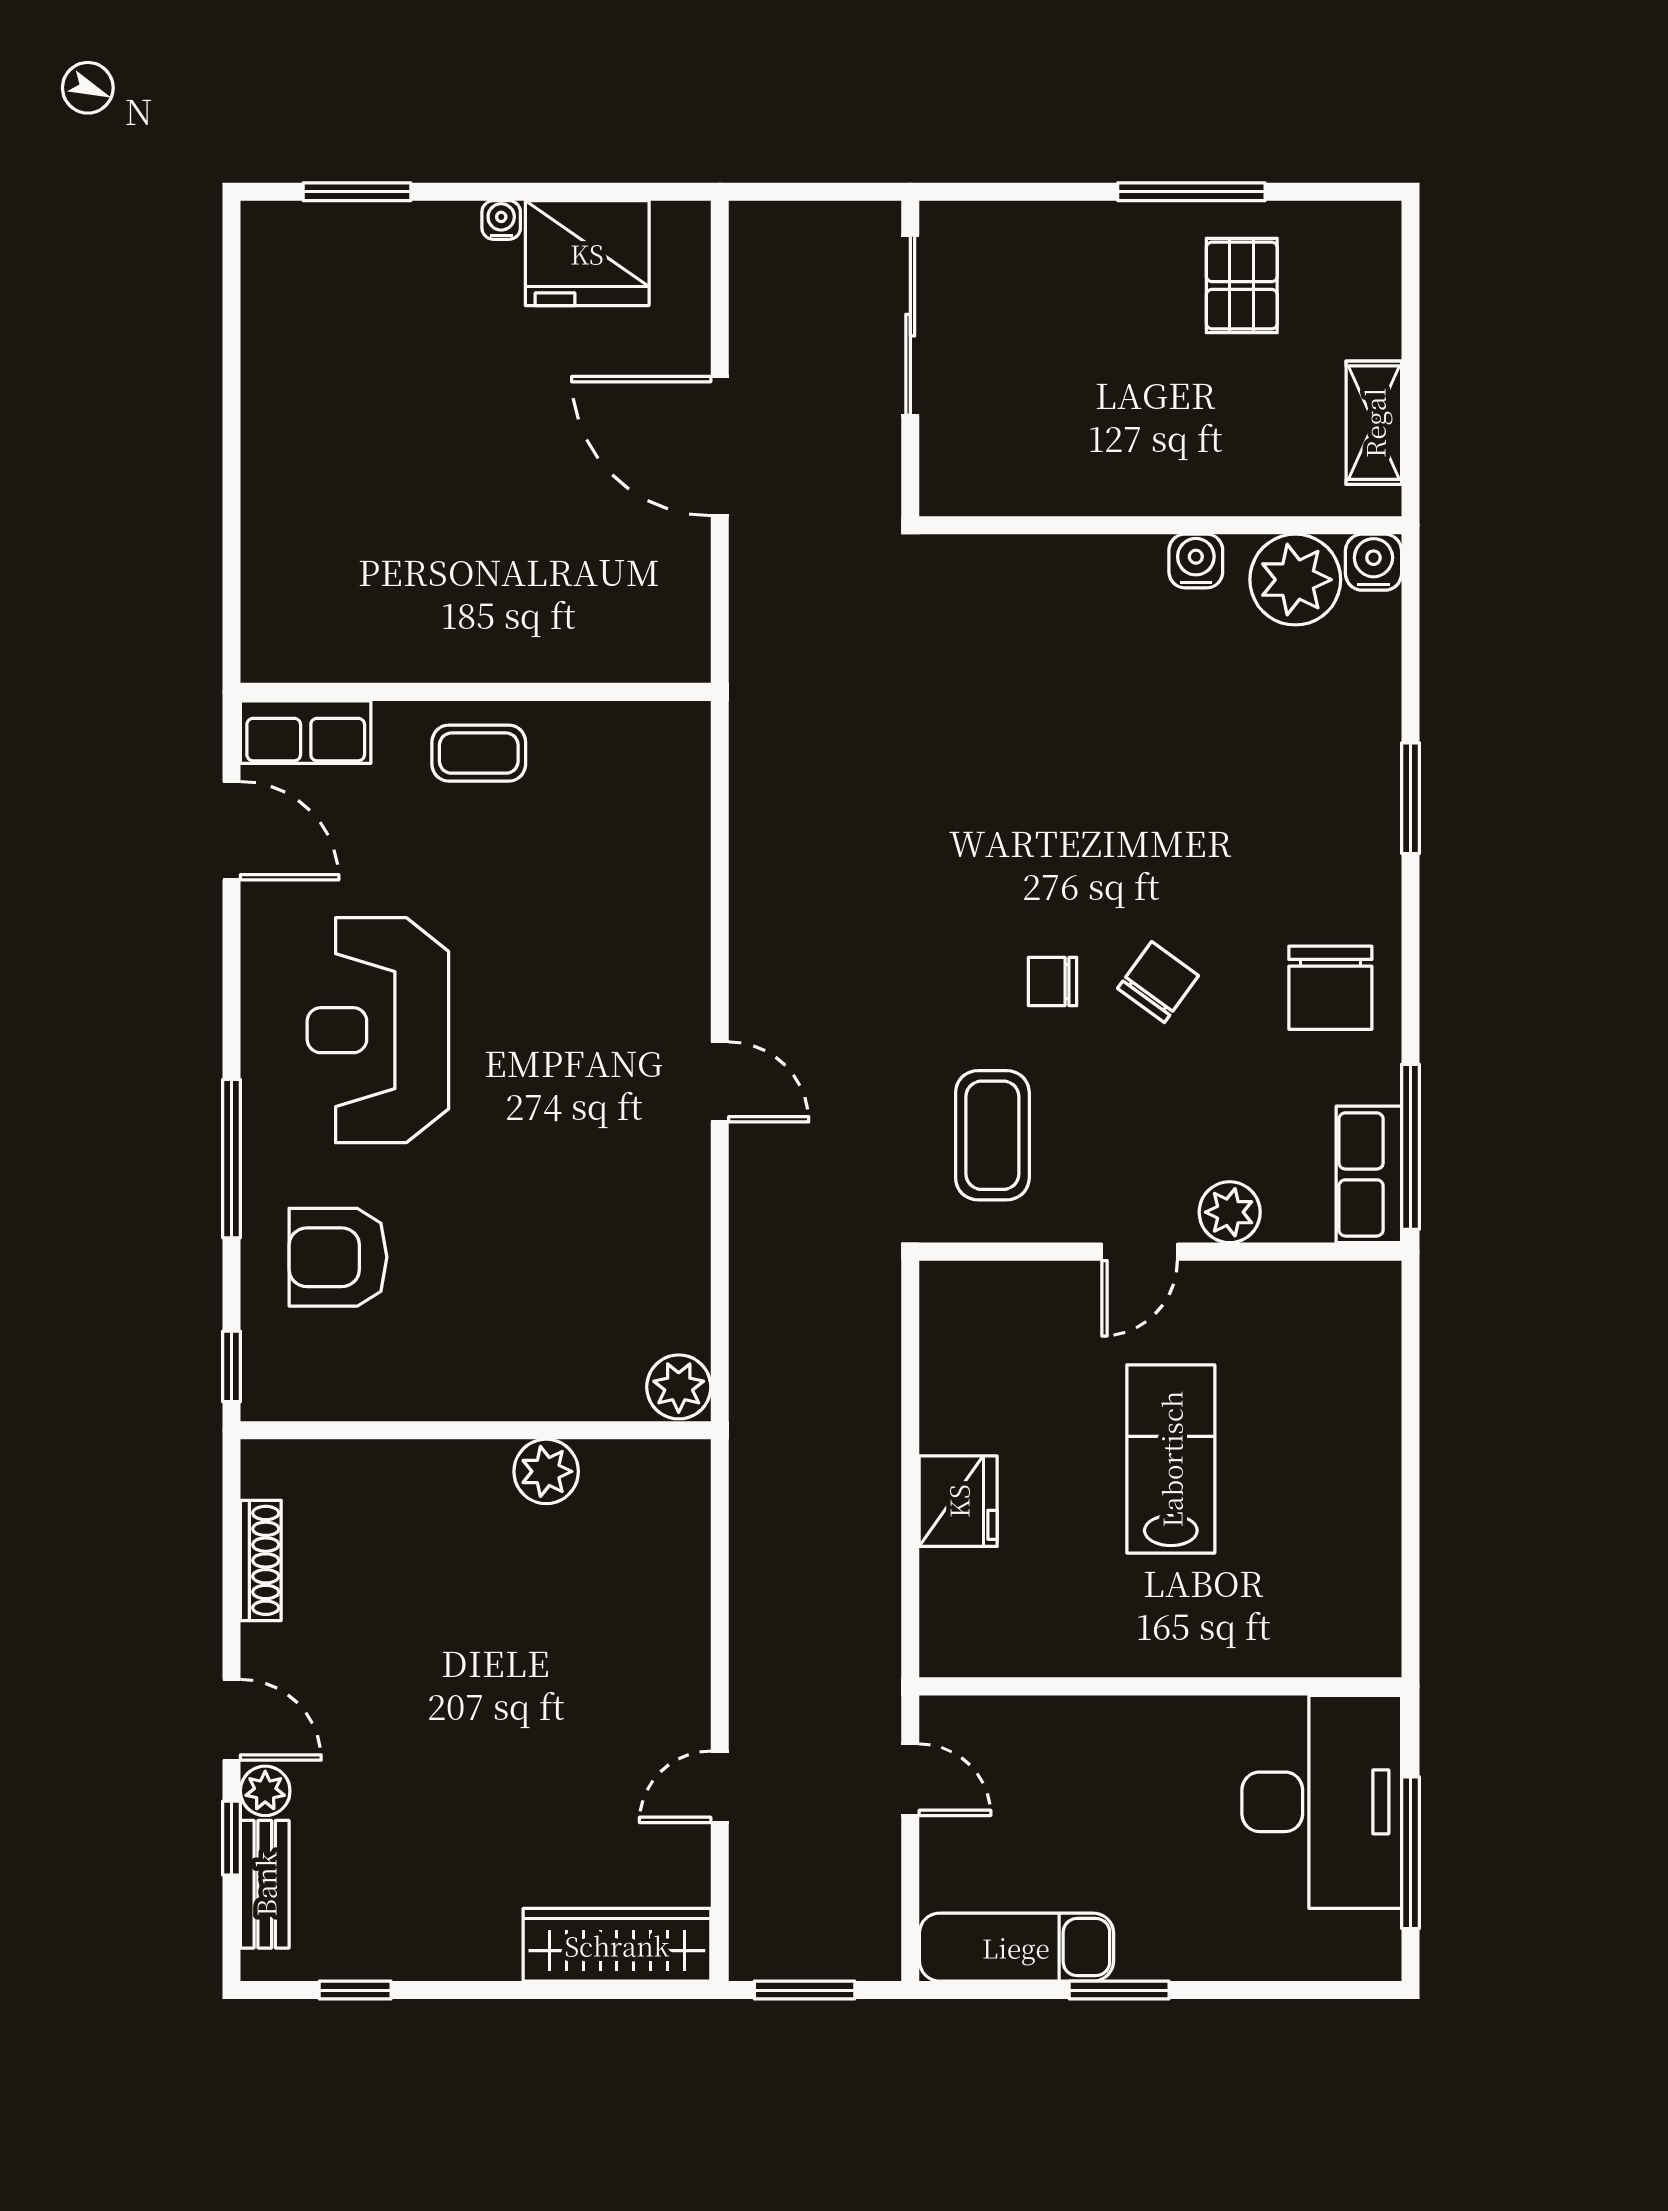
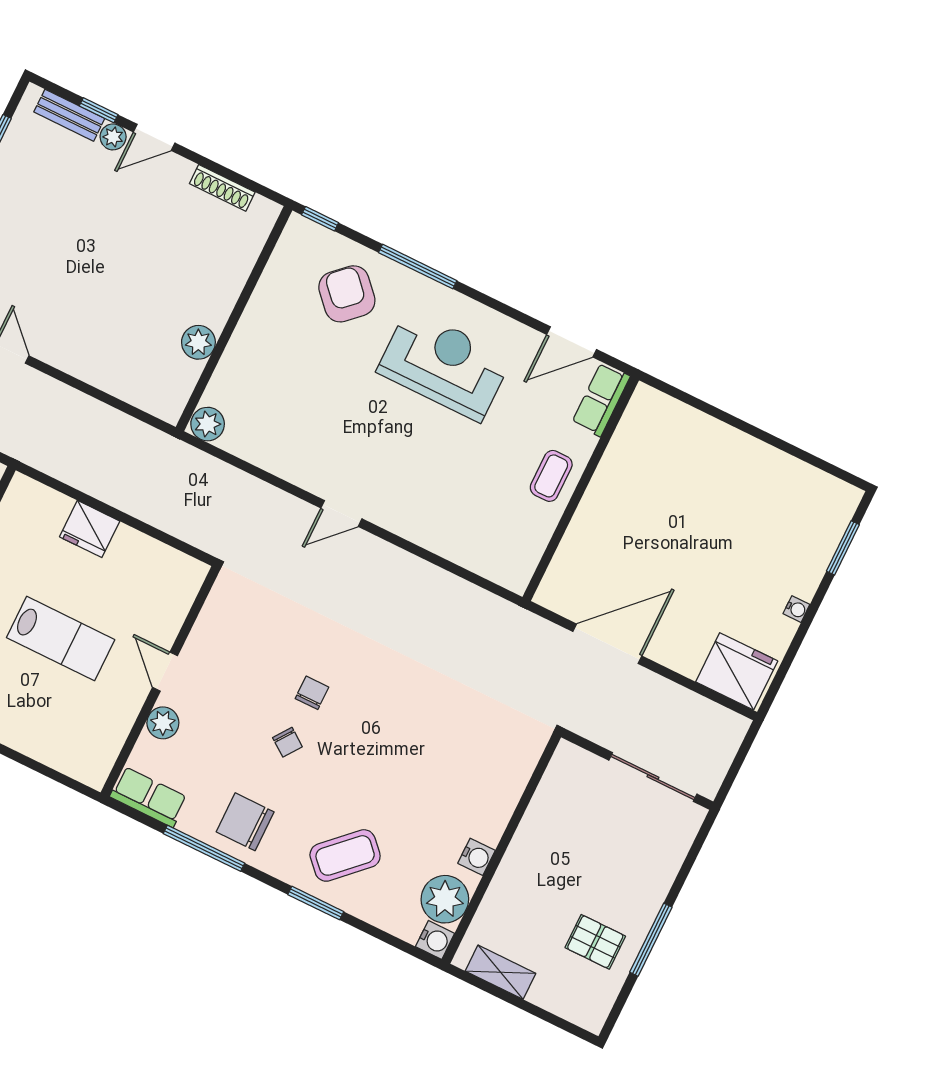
fridge: (587, 253) -> (737, 671), moved, turned 90
door: (720, 446) -> (607, 644), moved
chair: (1158, 982) -> (287, 742), width x0.73, depth x0.73
coffee table: (992, 1135) -> (345, 855), moved, turned -44
window: (1410, 1147) -> (204, 848), moved
armchair: (338, 1257) -> (347, 294), turned -43

